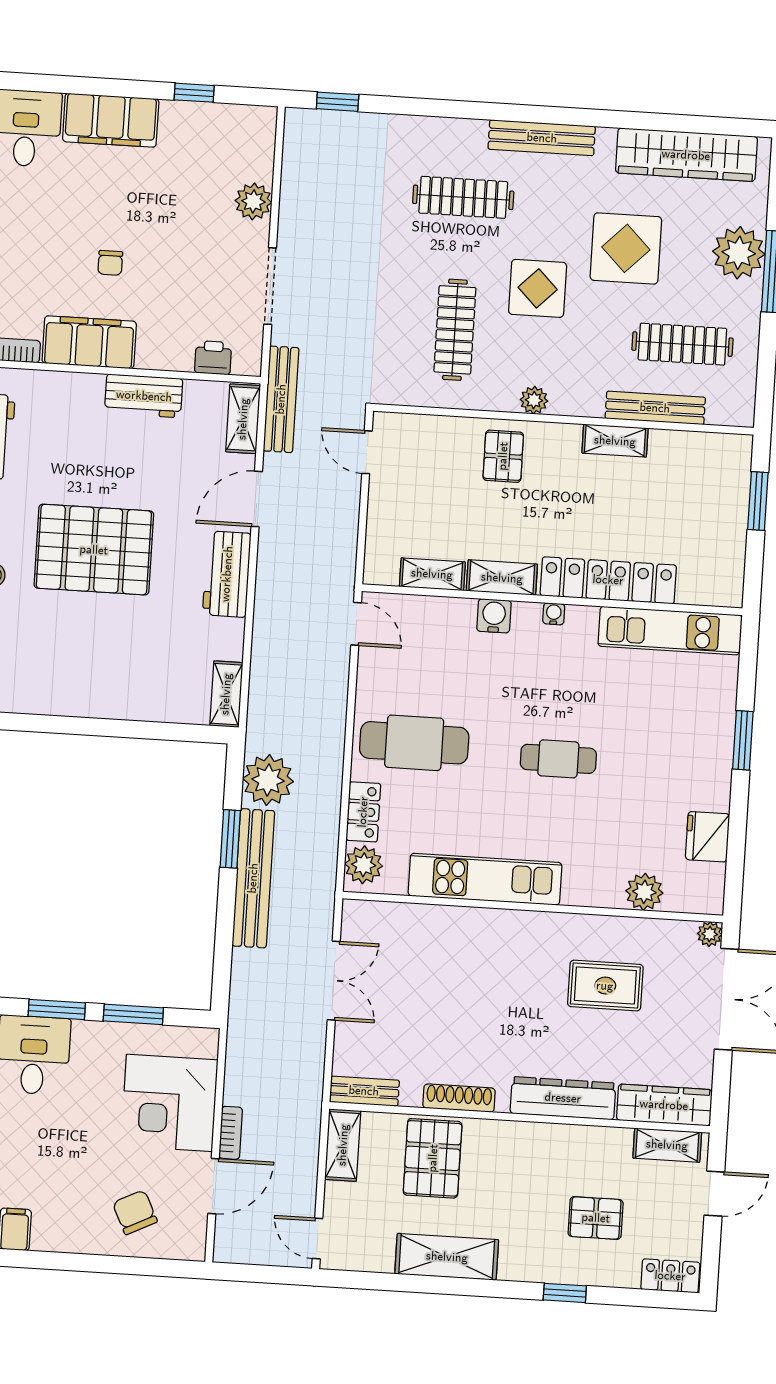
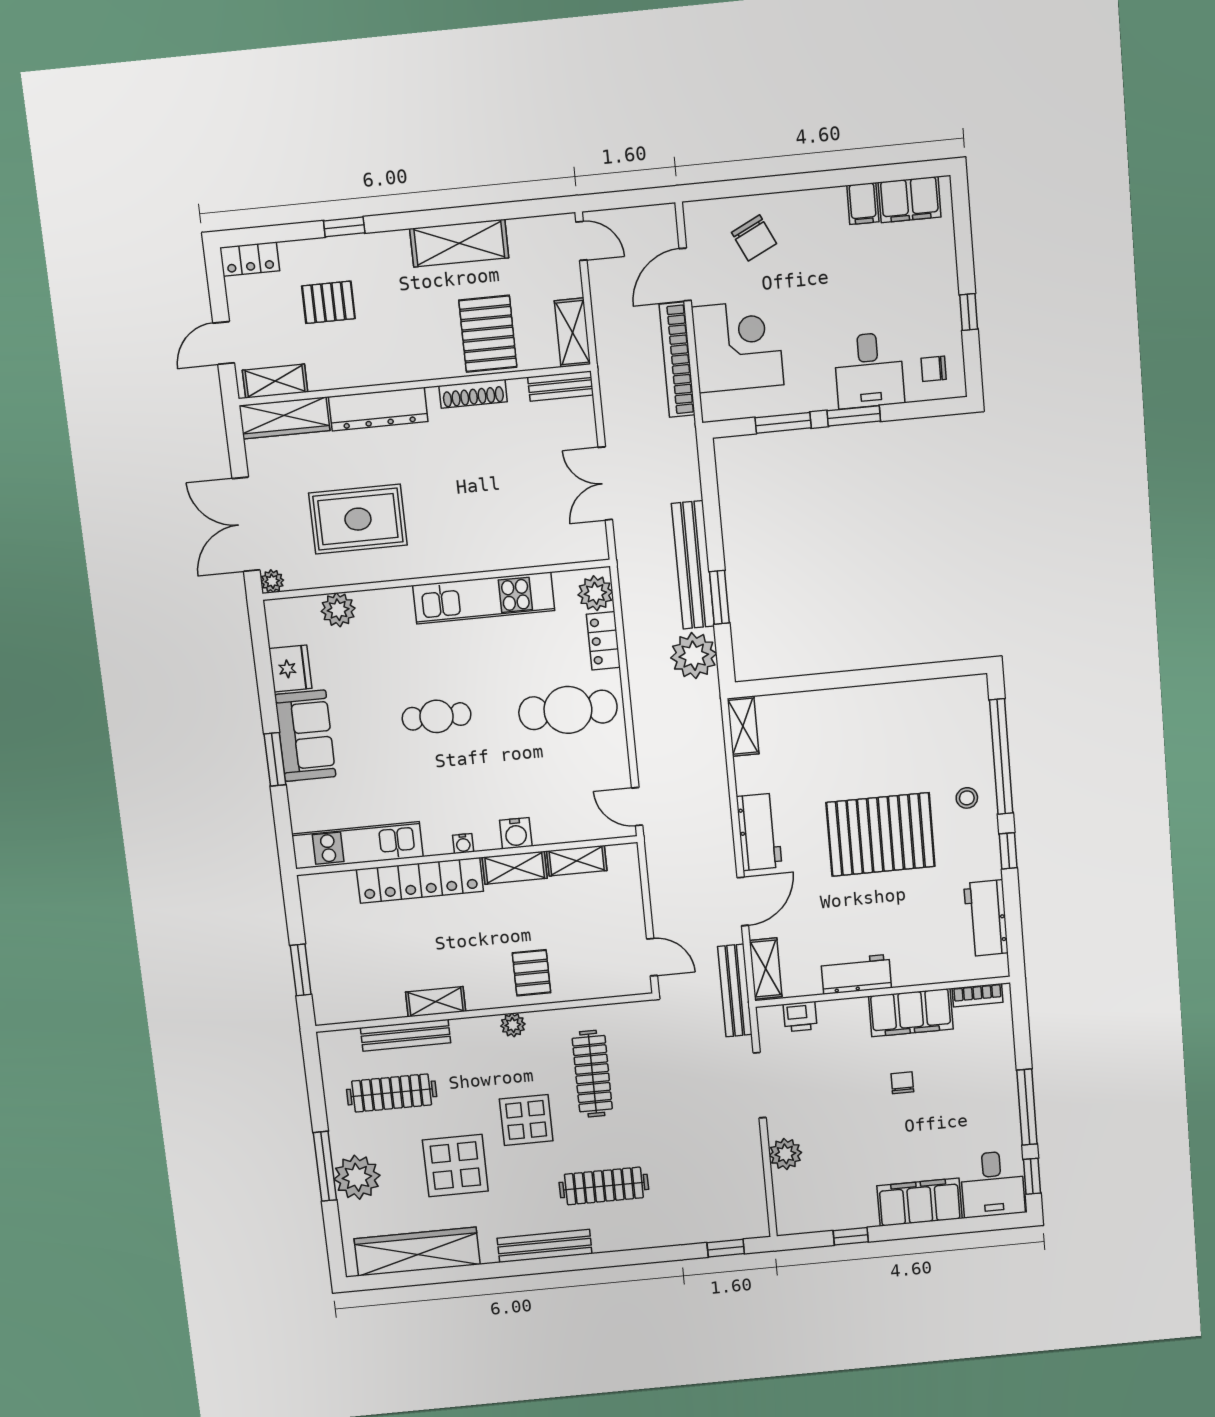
sofa: (705, 761) -> (305, 736), added
rug: (605, 986) -> (358, 519), width x1.36, depth x1.43
bookcase: (231, 1133) -> (677, 360), width x2.31, depth x1.31

